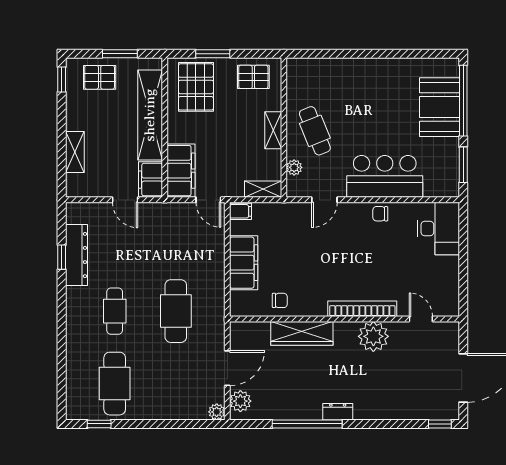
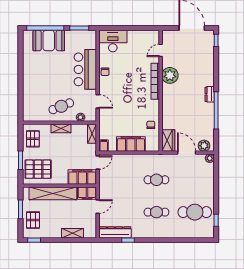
dresser: (76, 255) -> (115, 232), moved
cafe table: (176, 311) -> (156, 180), width x0.73, depth x0.74
wardrobe: (302, 333) -> (168, 140), moved, width x0.67

